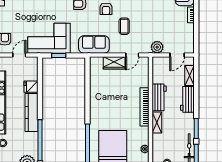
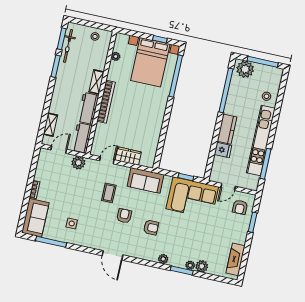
workbench: (187, 99) -> (82, 138), moved, turned 180
kitchen counter: (32, 112) -> (227, 129), width x0.67

